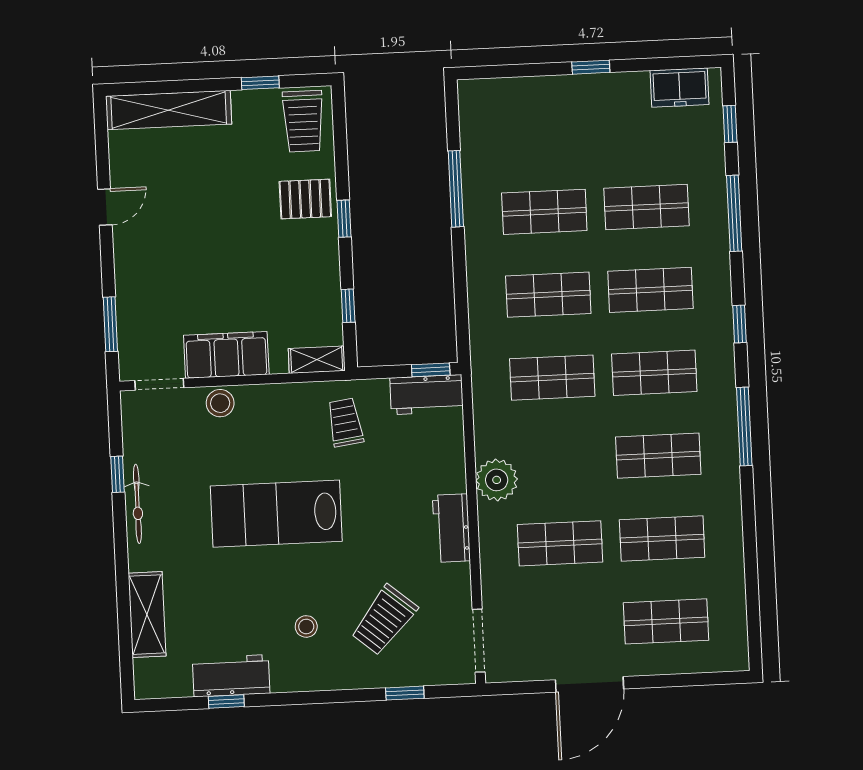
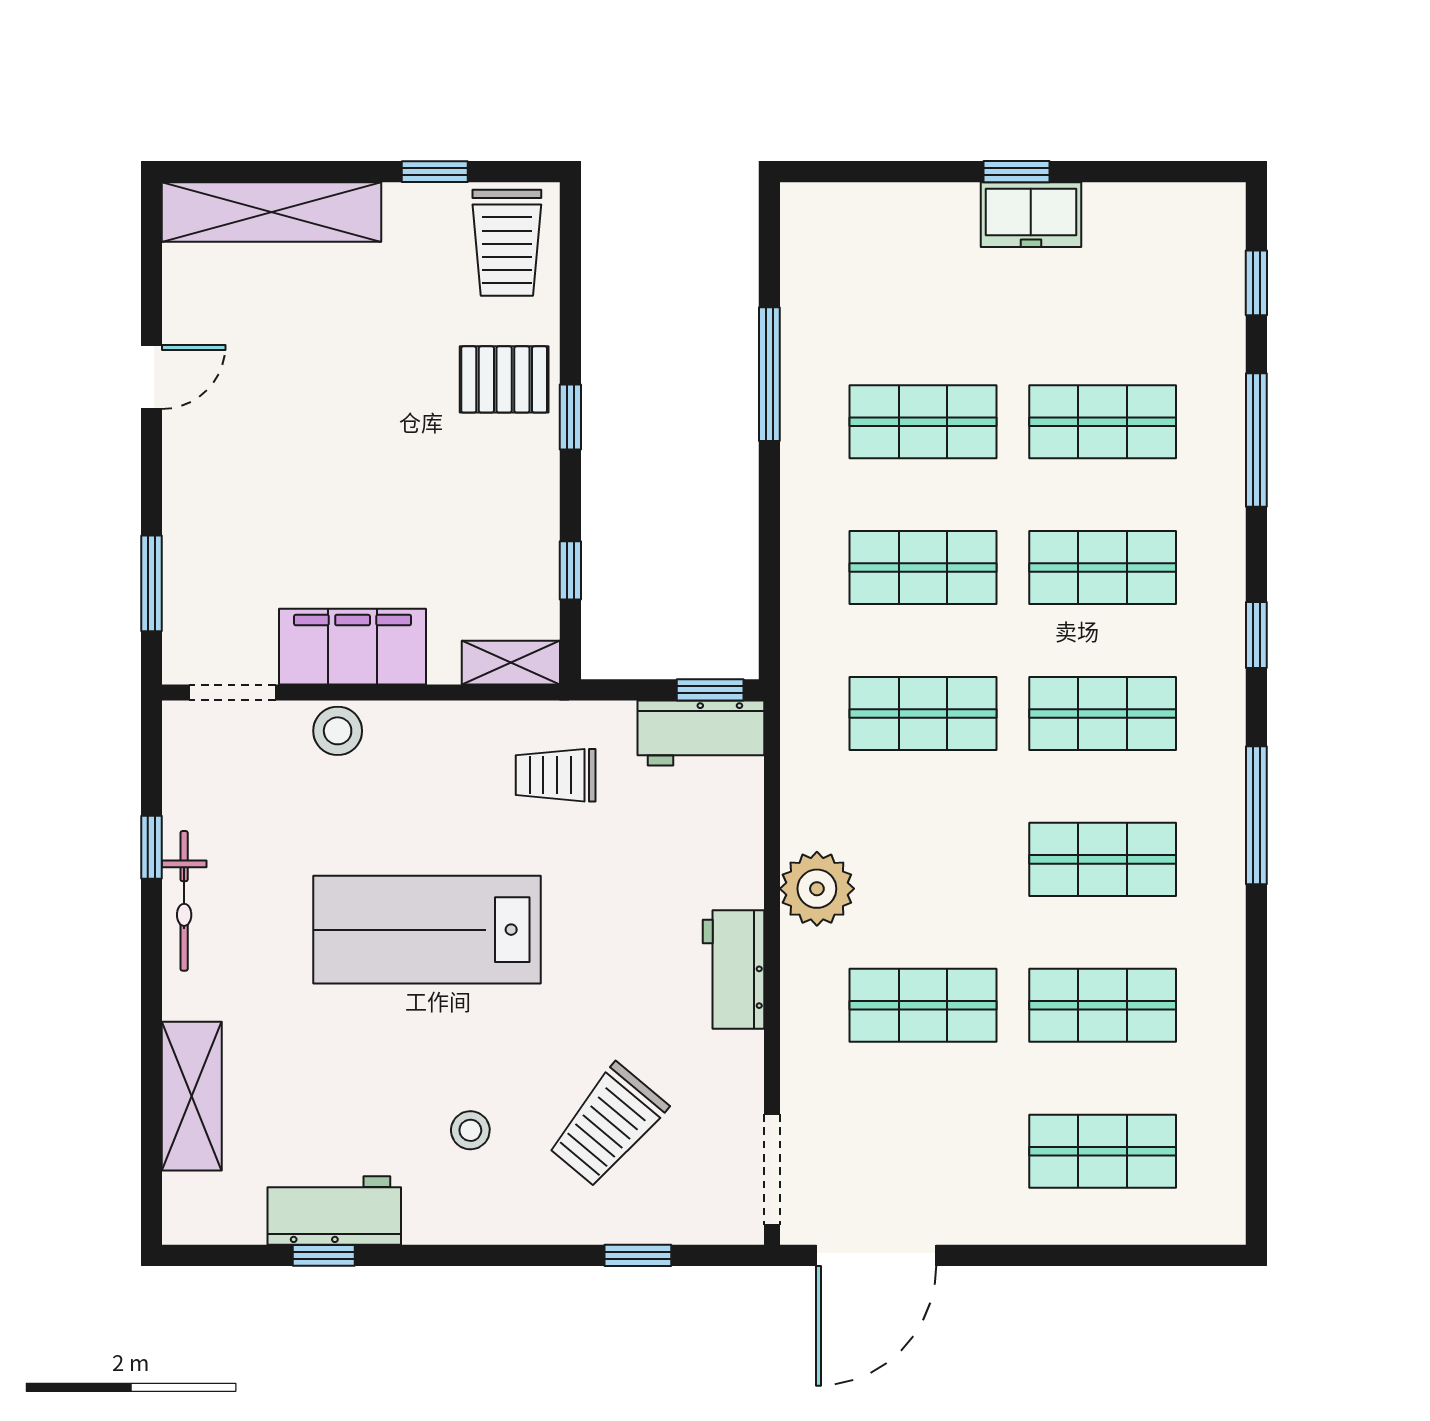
freezer: (680, 88) -> (1031, 215), moved
trolley: (345, 422) -> (556, 775), turned -82
door: (589, 684) -> (876, 1255), moved

